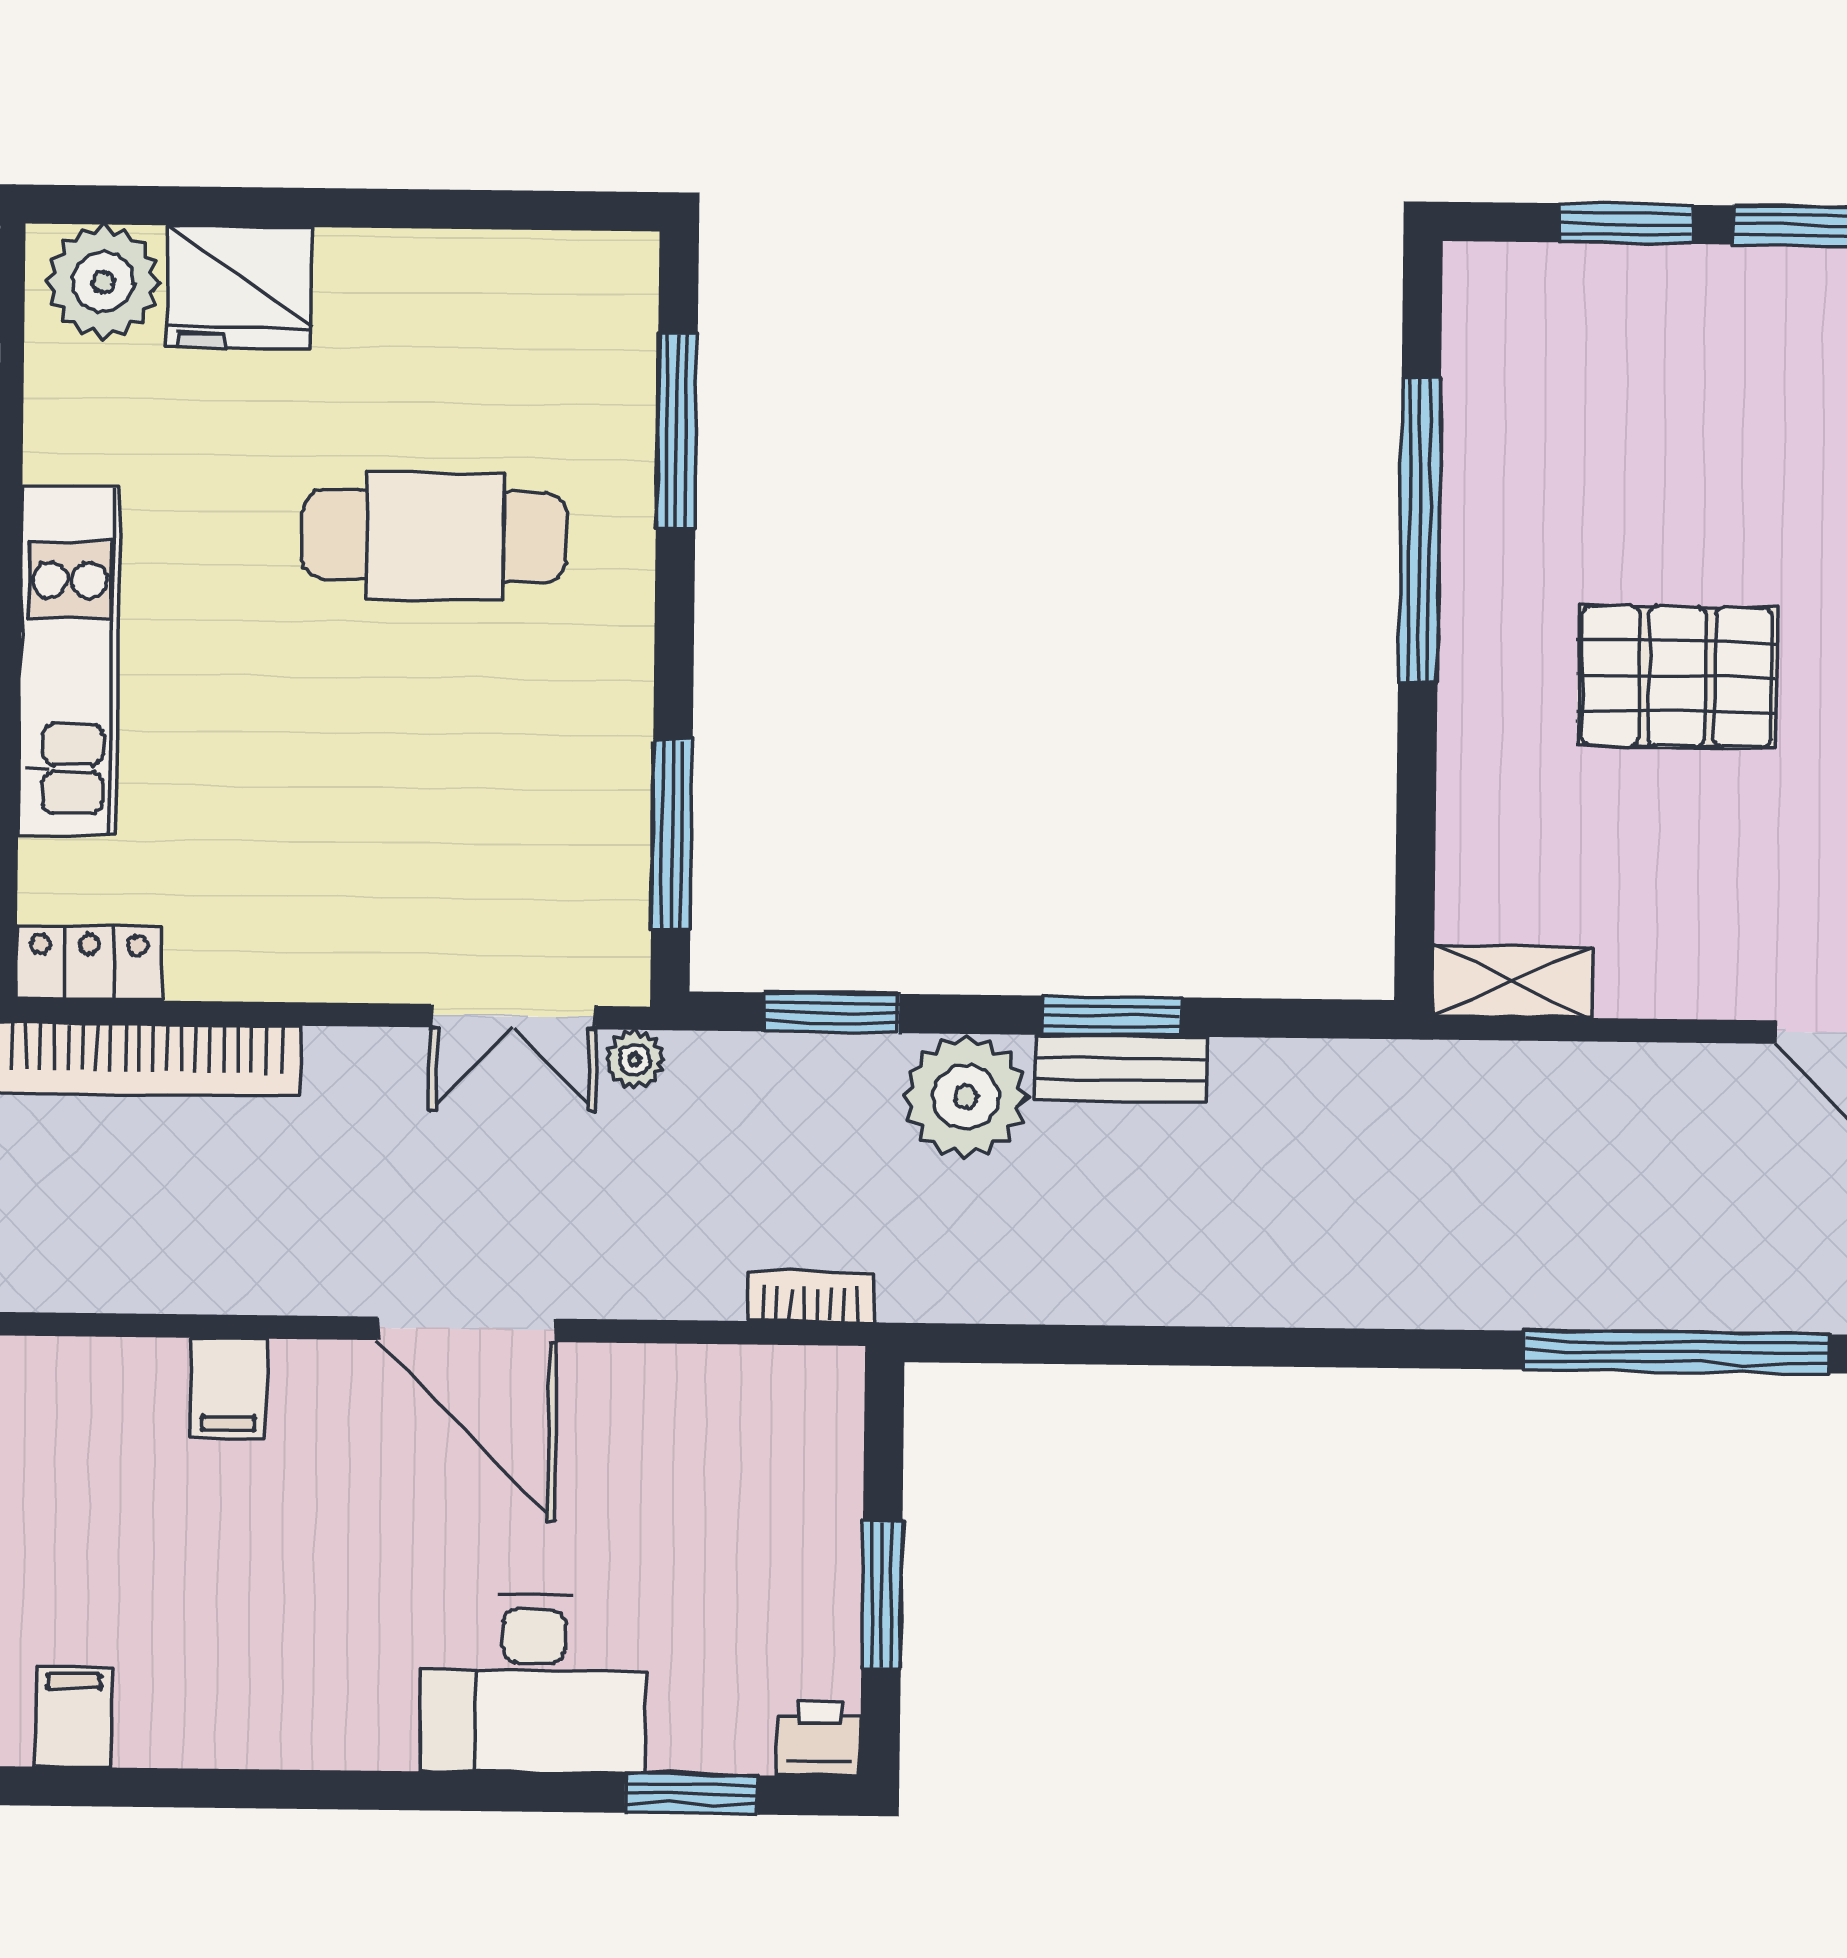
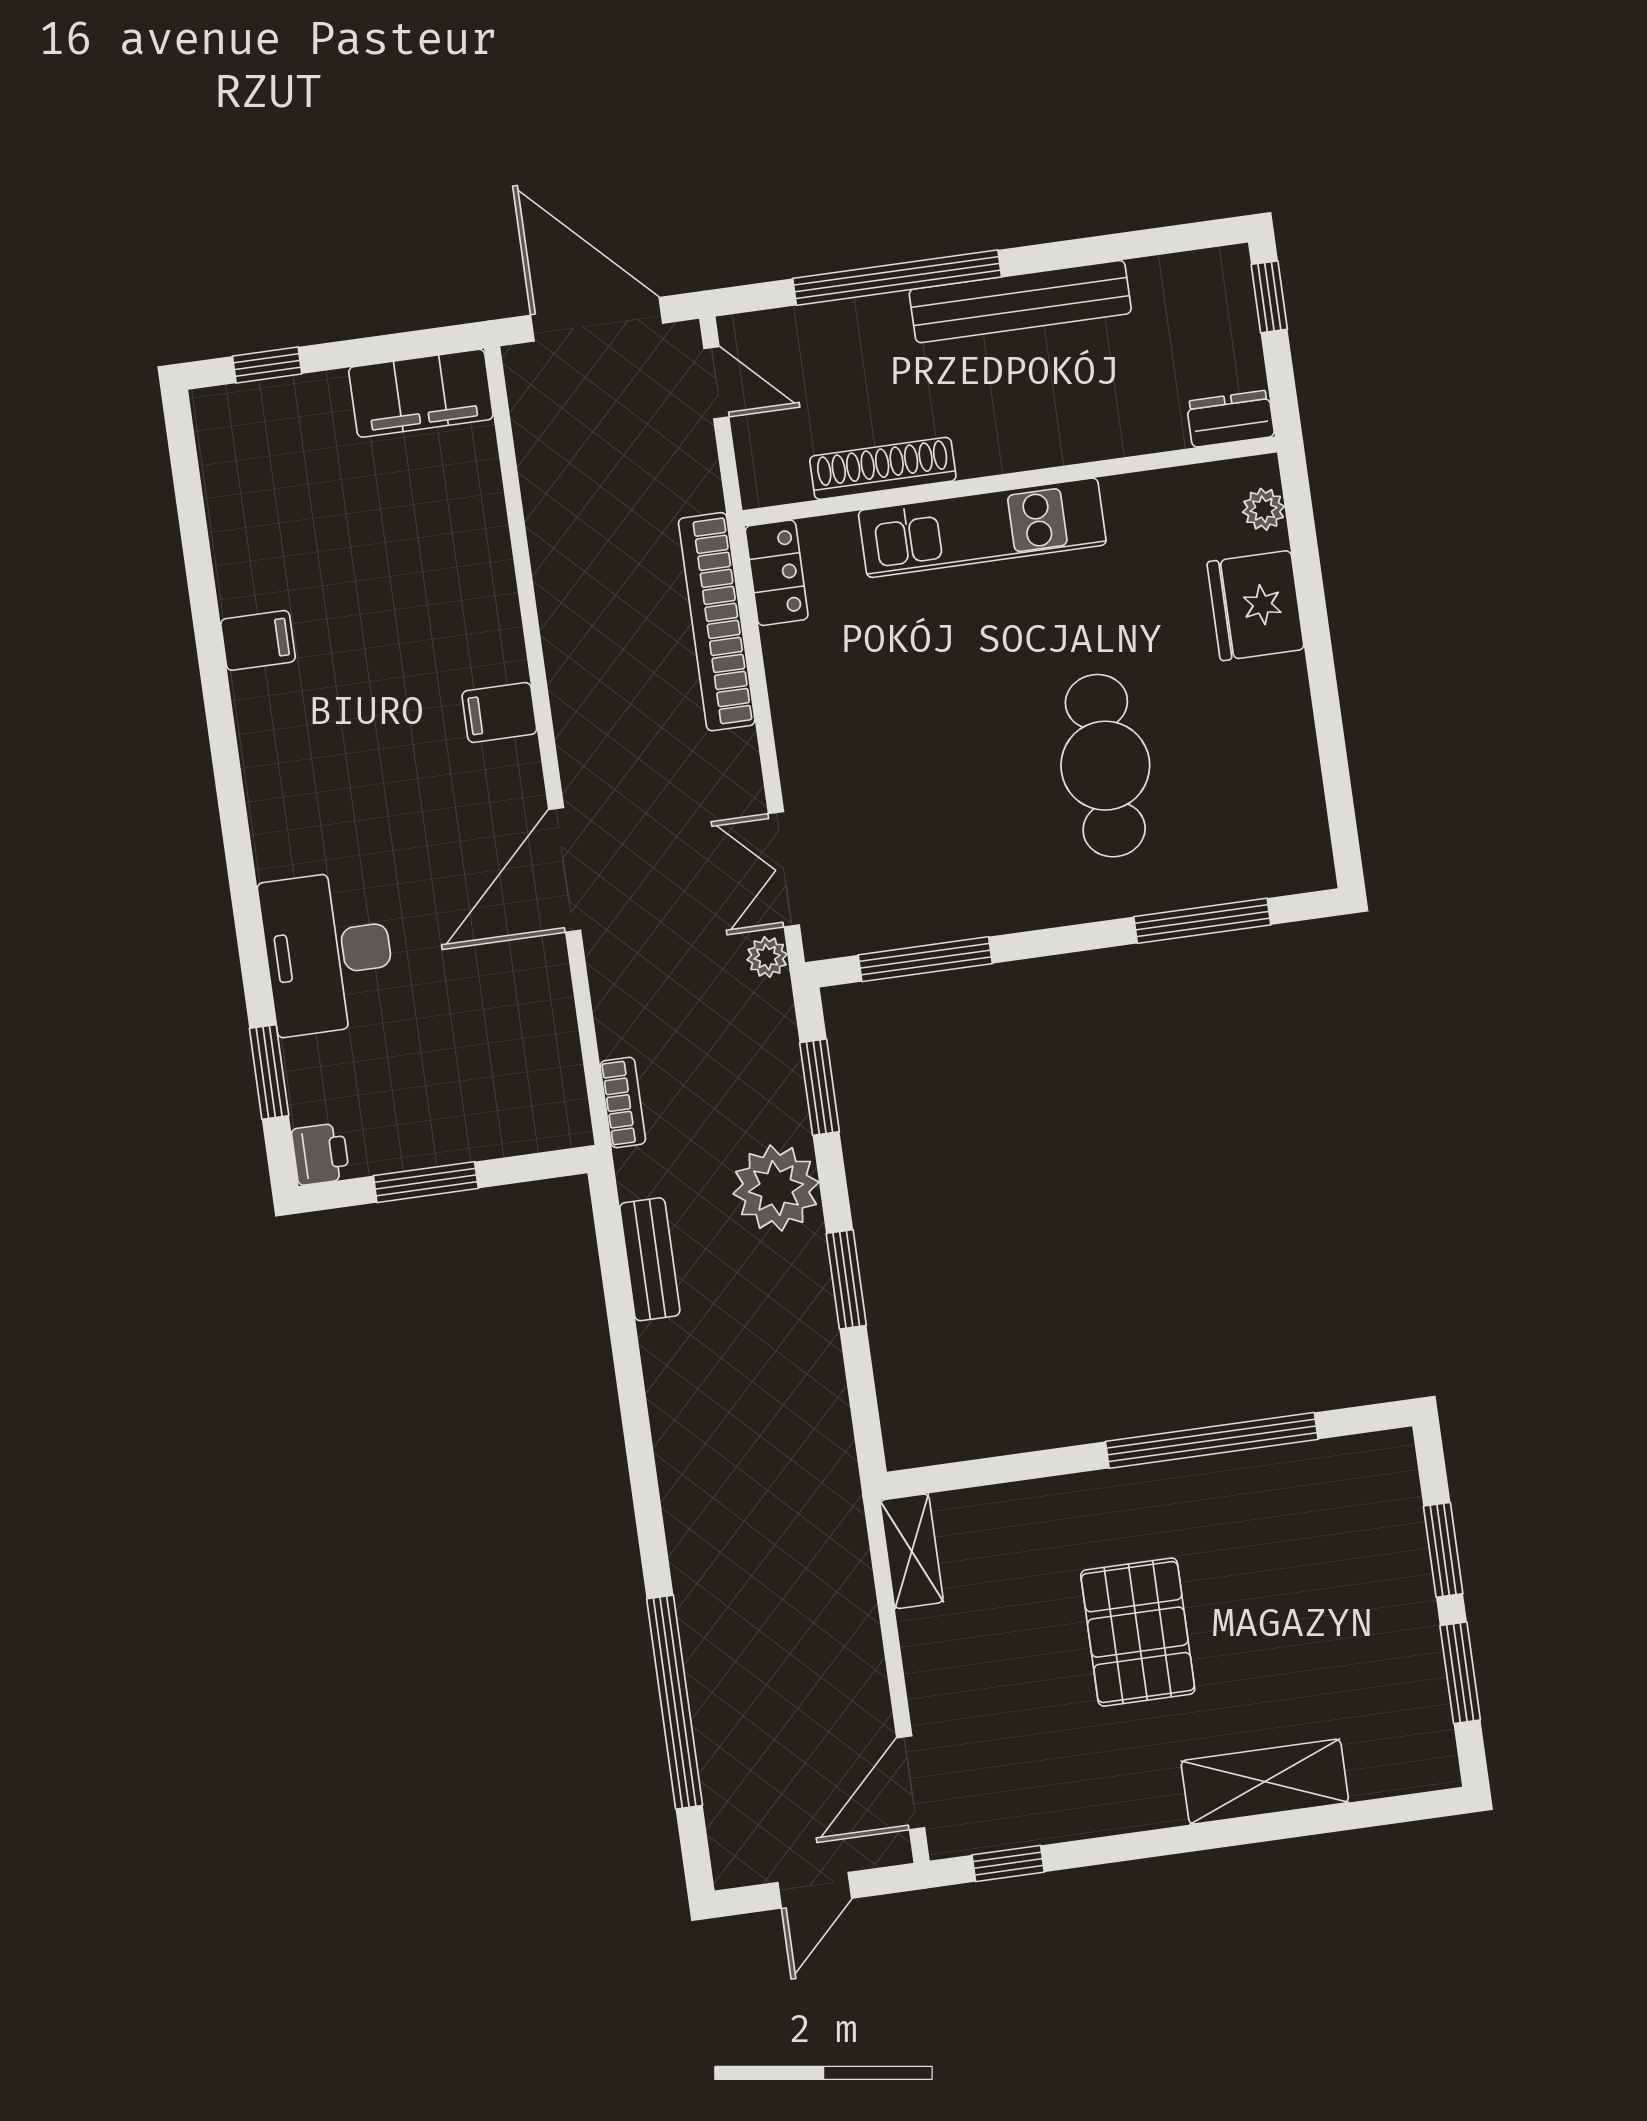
plant: (103, 282) -> (1264, 509), width x0.53, depth x0.53
bench: (1121, 1069) -> (650, 1259), moved

